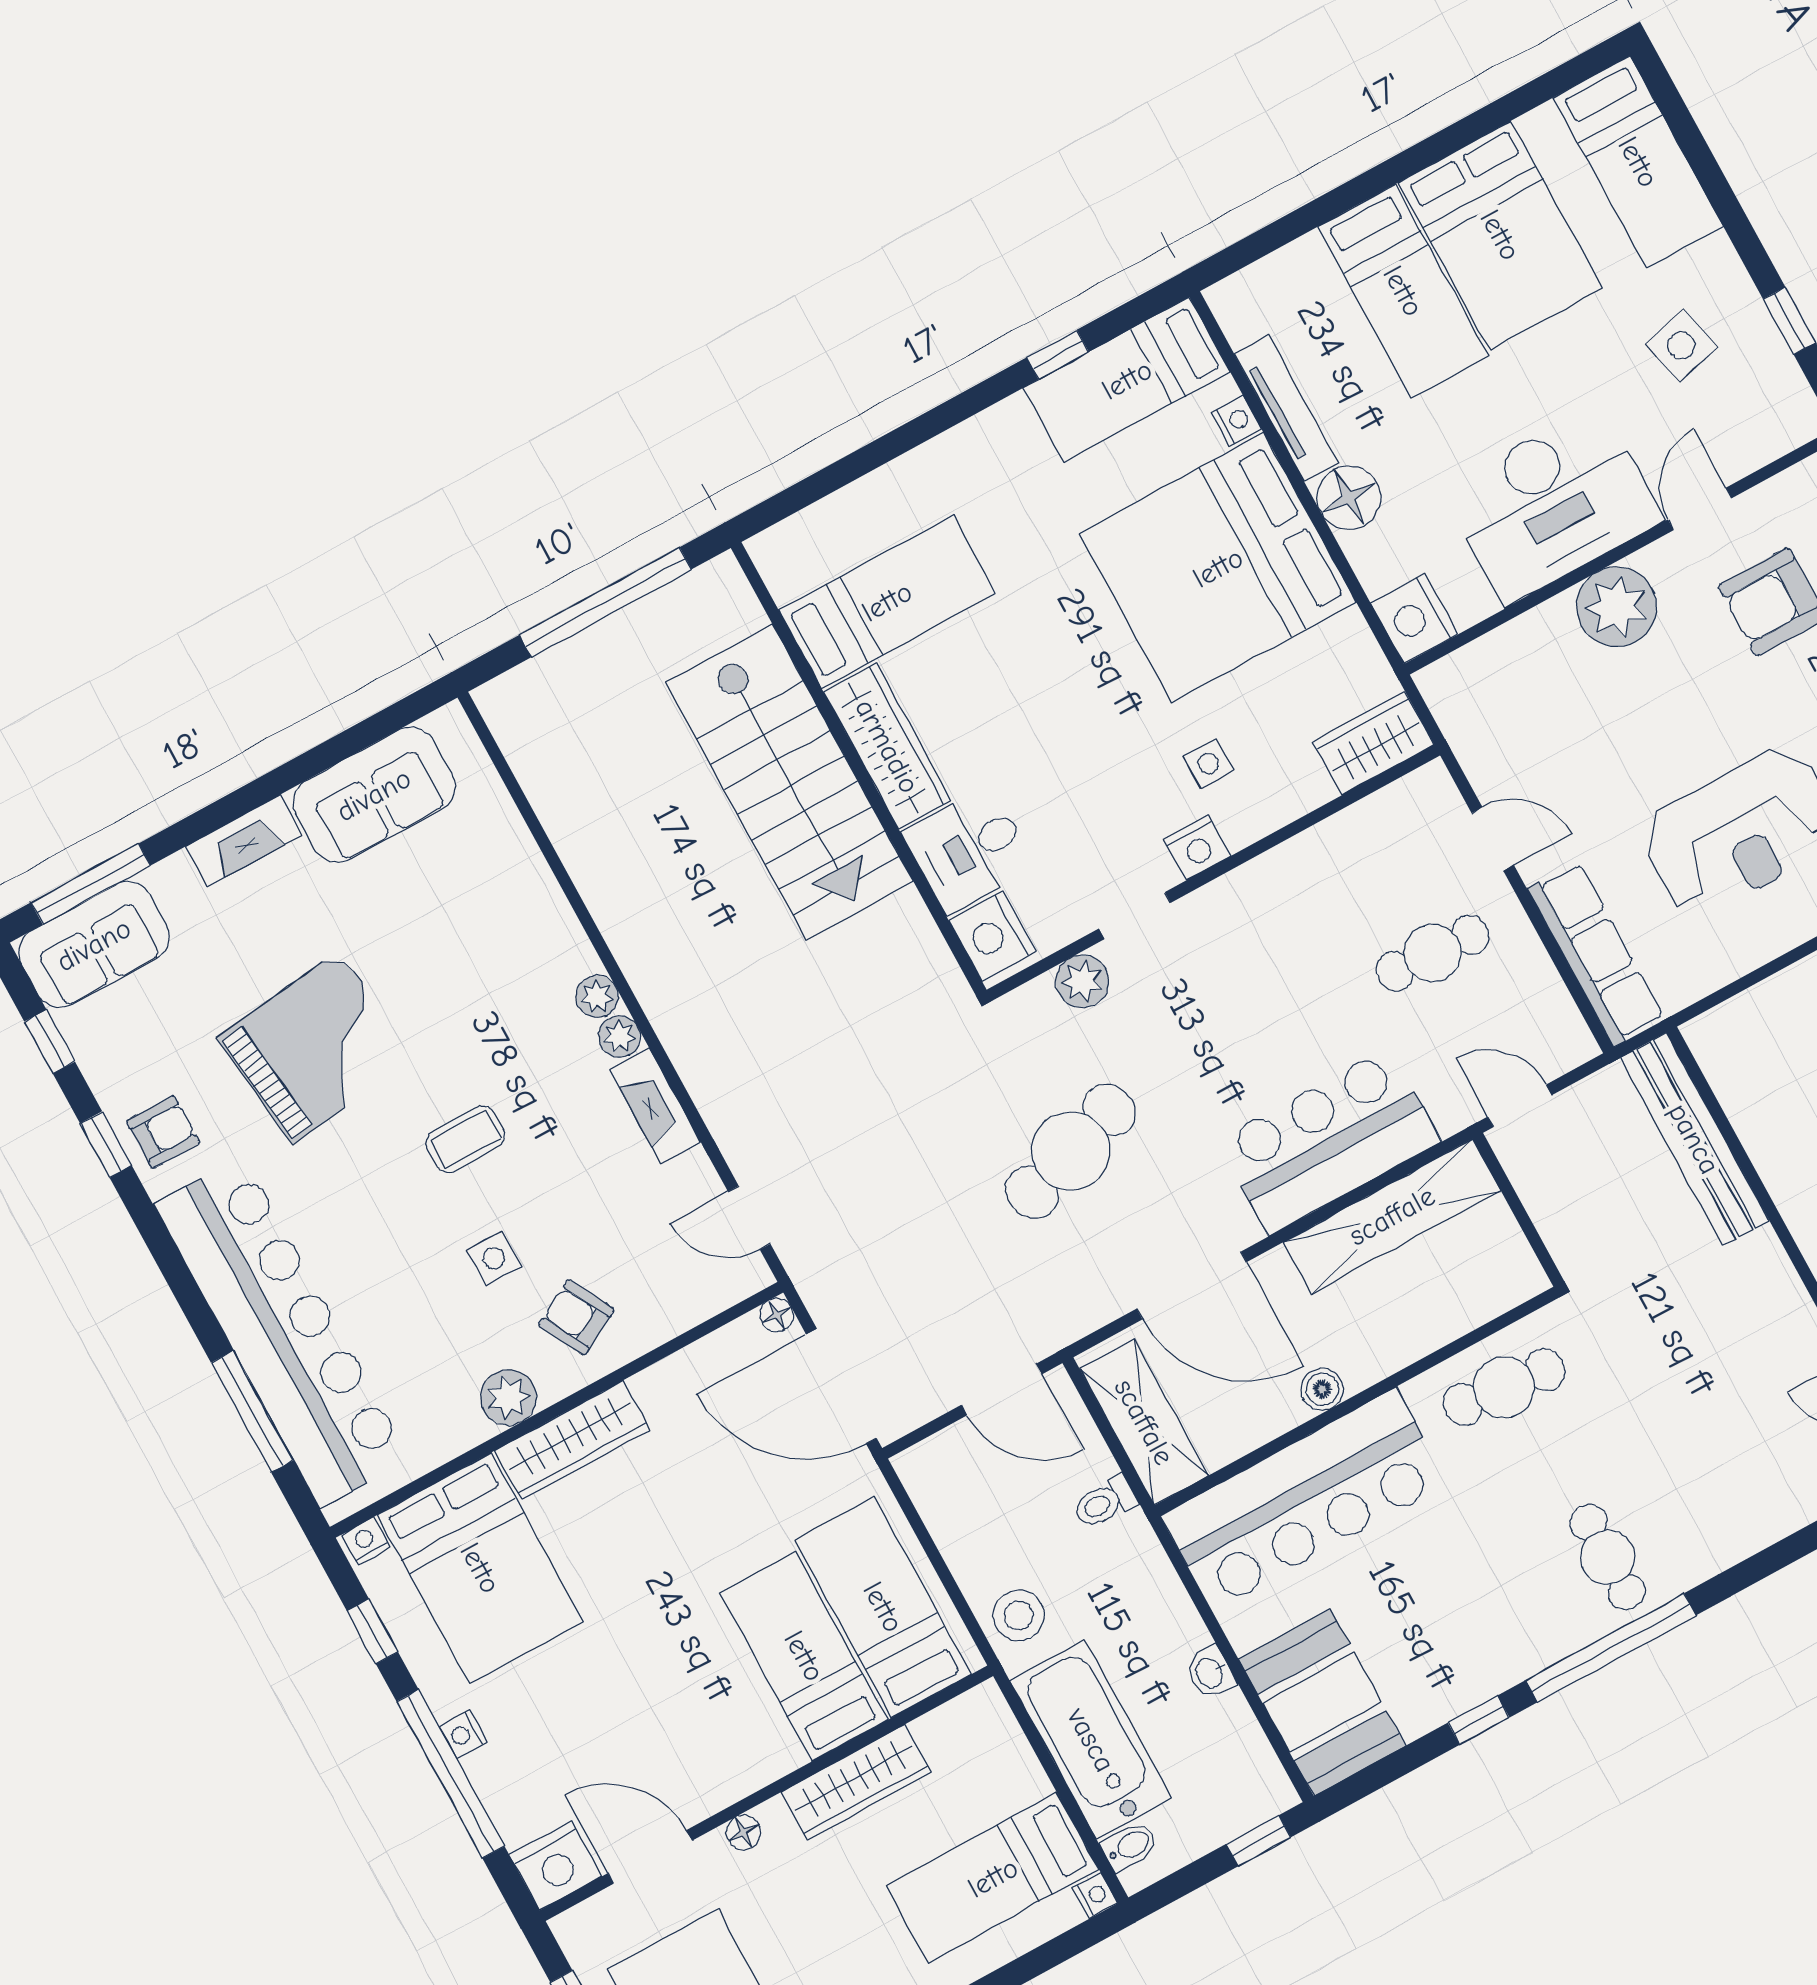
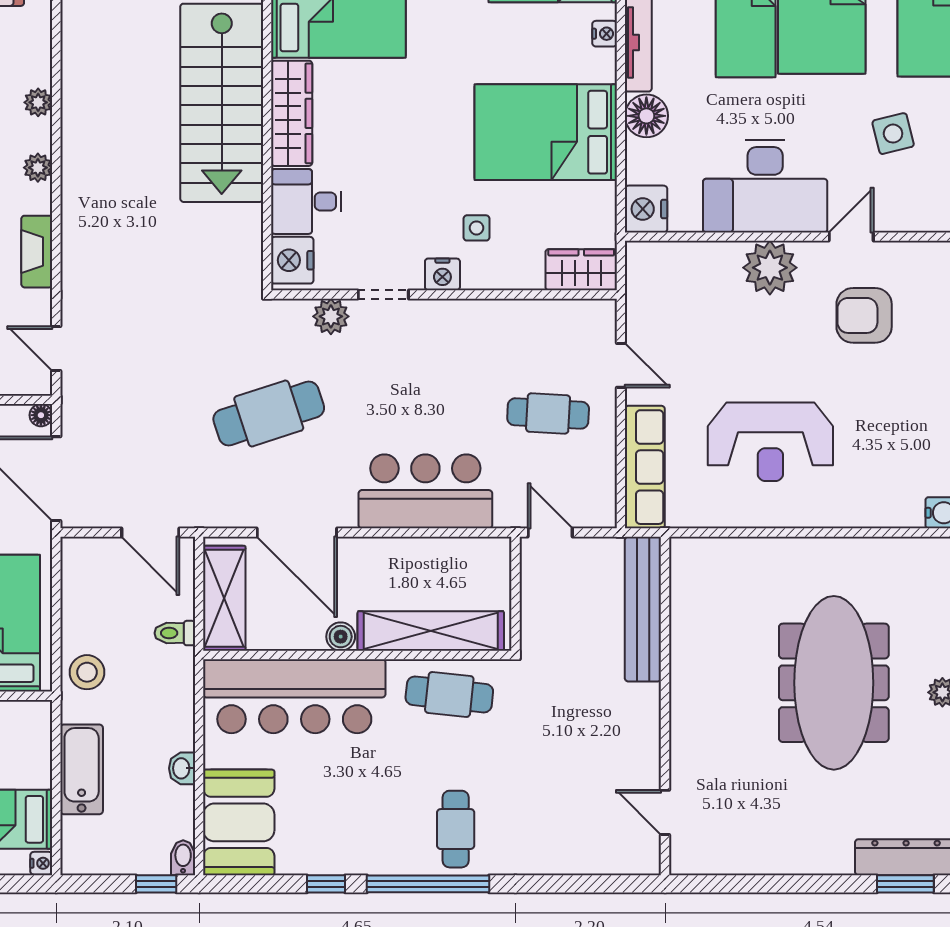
bed: (1218, 568) -> (546, 132), width x0.73
plant: (619, 1037) -> (38, 102), moved
shelving: (1392, 1216) -> (431, 631), moved
bathtub: (1091, 1740) -> (82, 769), width x0.73, depth x0.73
bidet: (1130, 1846) -> (183, 858), moved, turned -90

